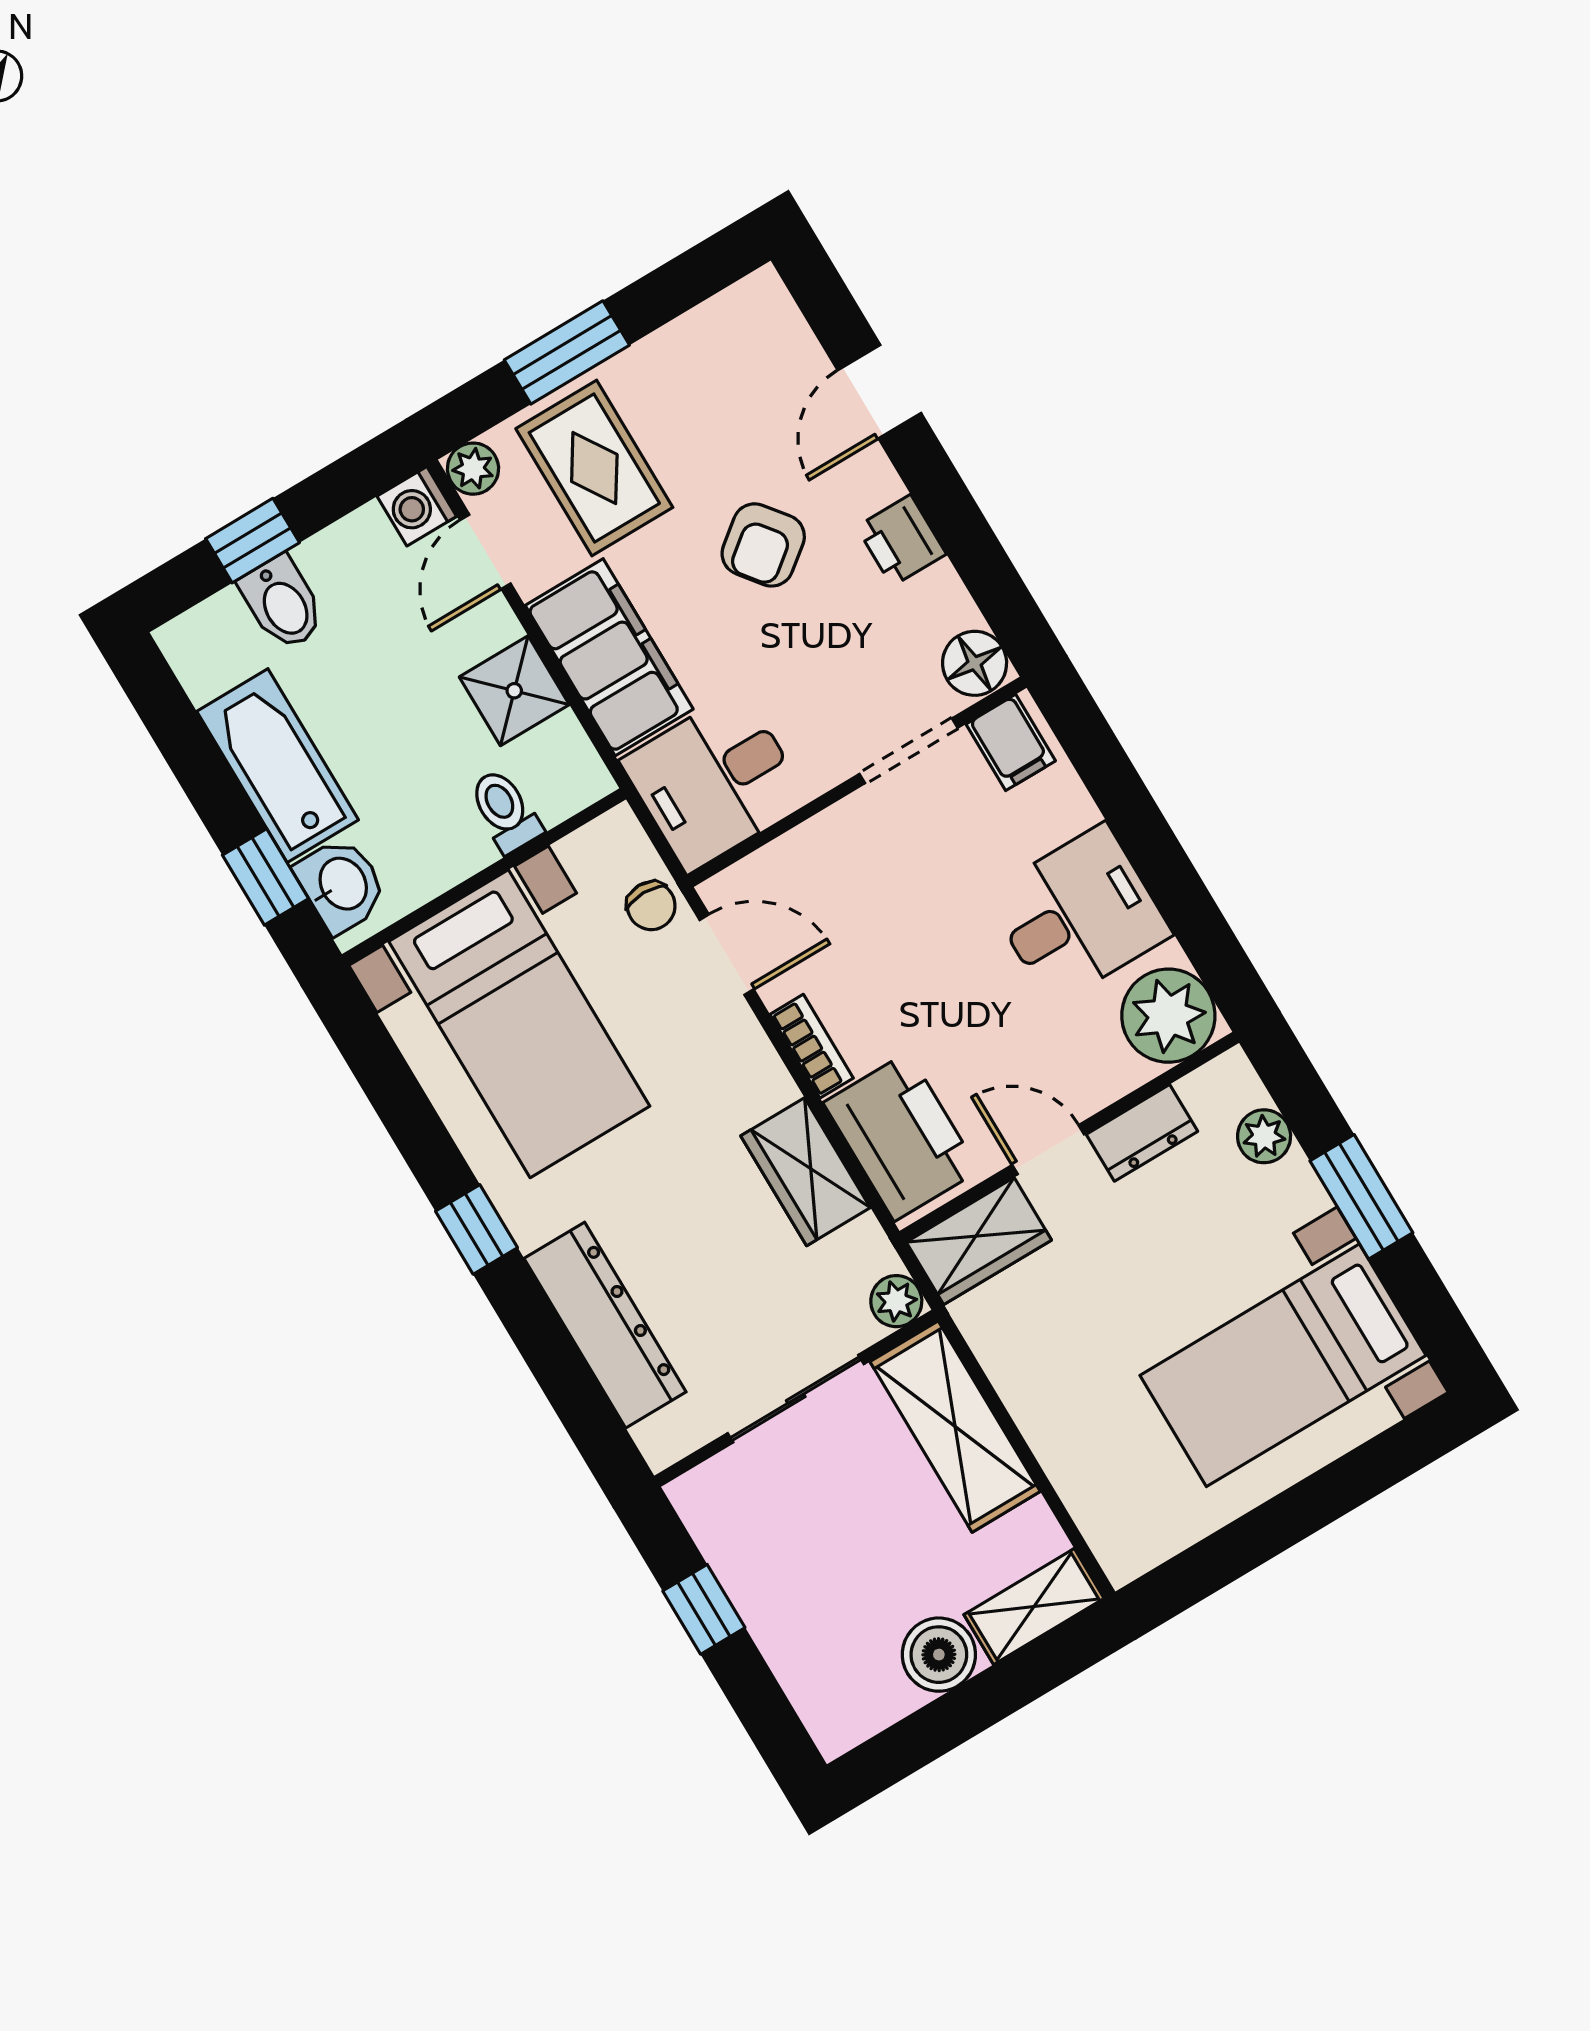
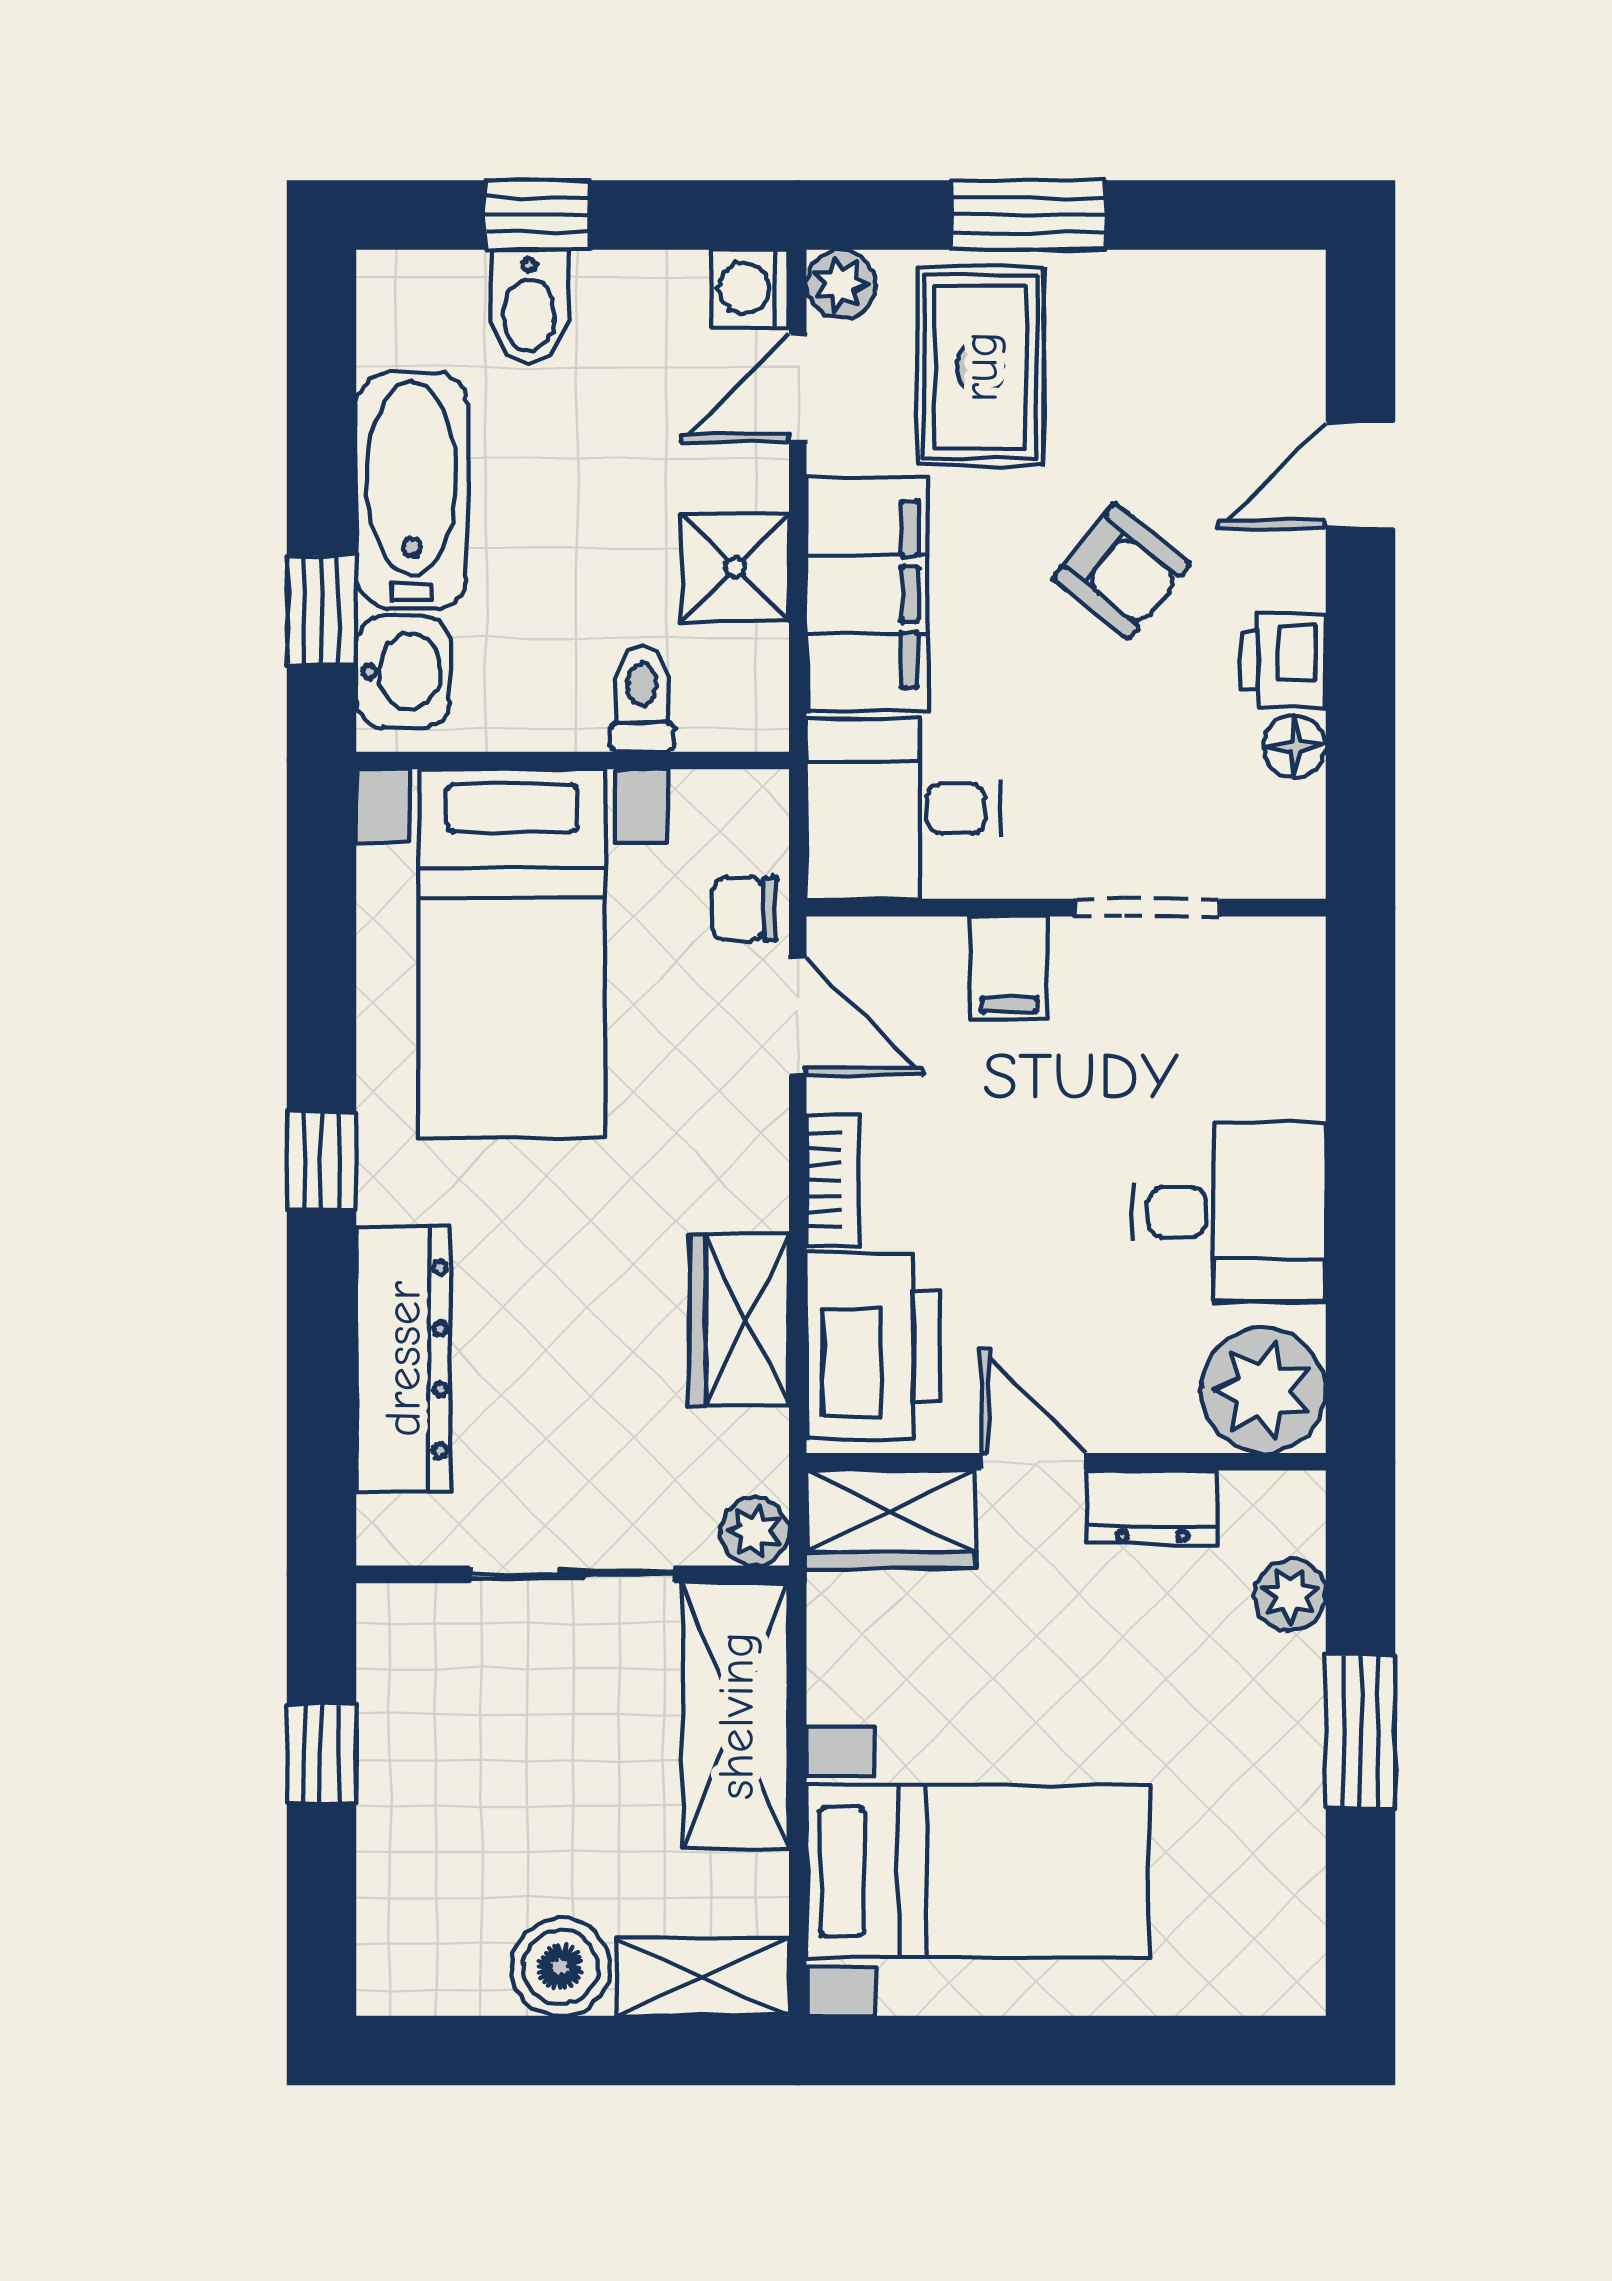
armchair: (763, 545) -> (1122, 571), turned -103
floor lamp: (975, 663) -> (1295, 746), moved, width x0.73, depth x0.73
filing cabinet: (1011, 742) -> (1009, 968), moved
chair: (651, 906) -> (745, 909), turned 90
bed with nightstands: (1283, 1365) -> (978, 1871), moved, turned 180

